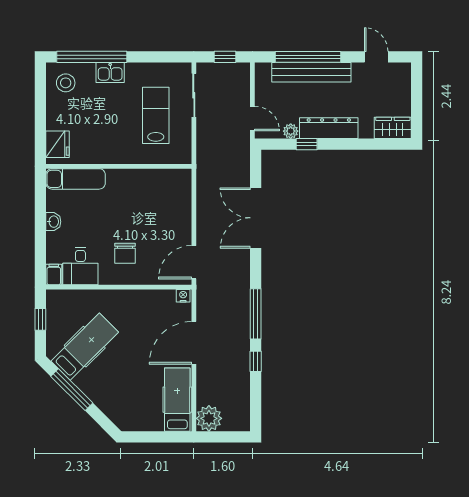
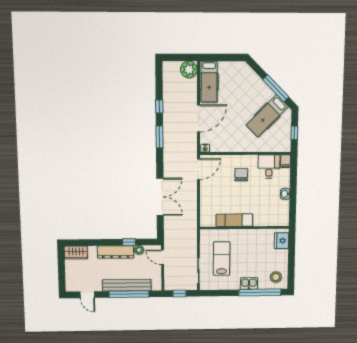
lab bench: (156, 115) -> (222, 258), turned 180
exam couch: (76, 179) -> (234, 220), moved
window: (256, 314) -> (160, 137), width x0.69

